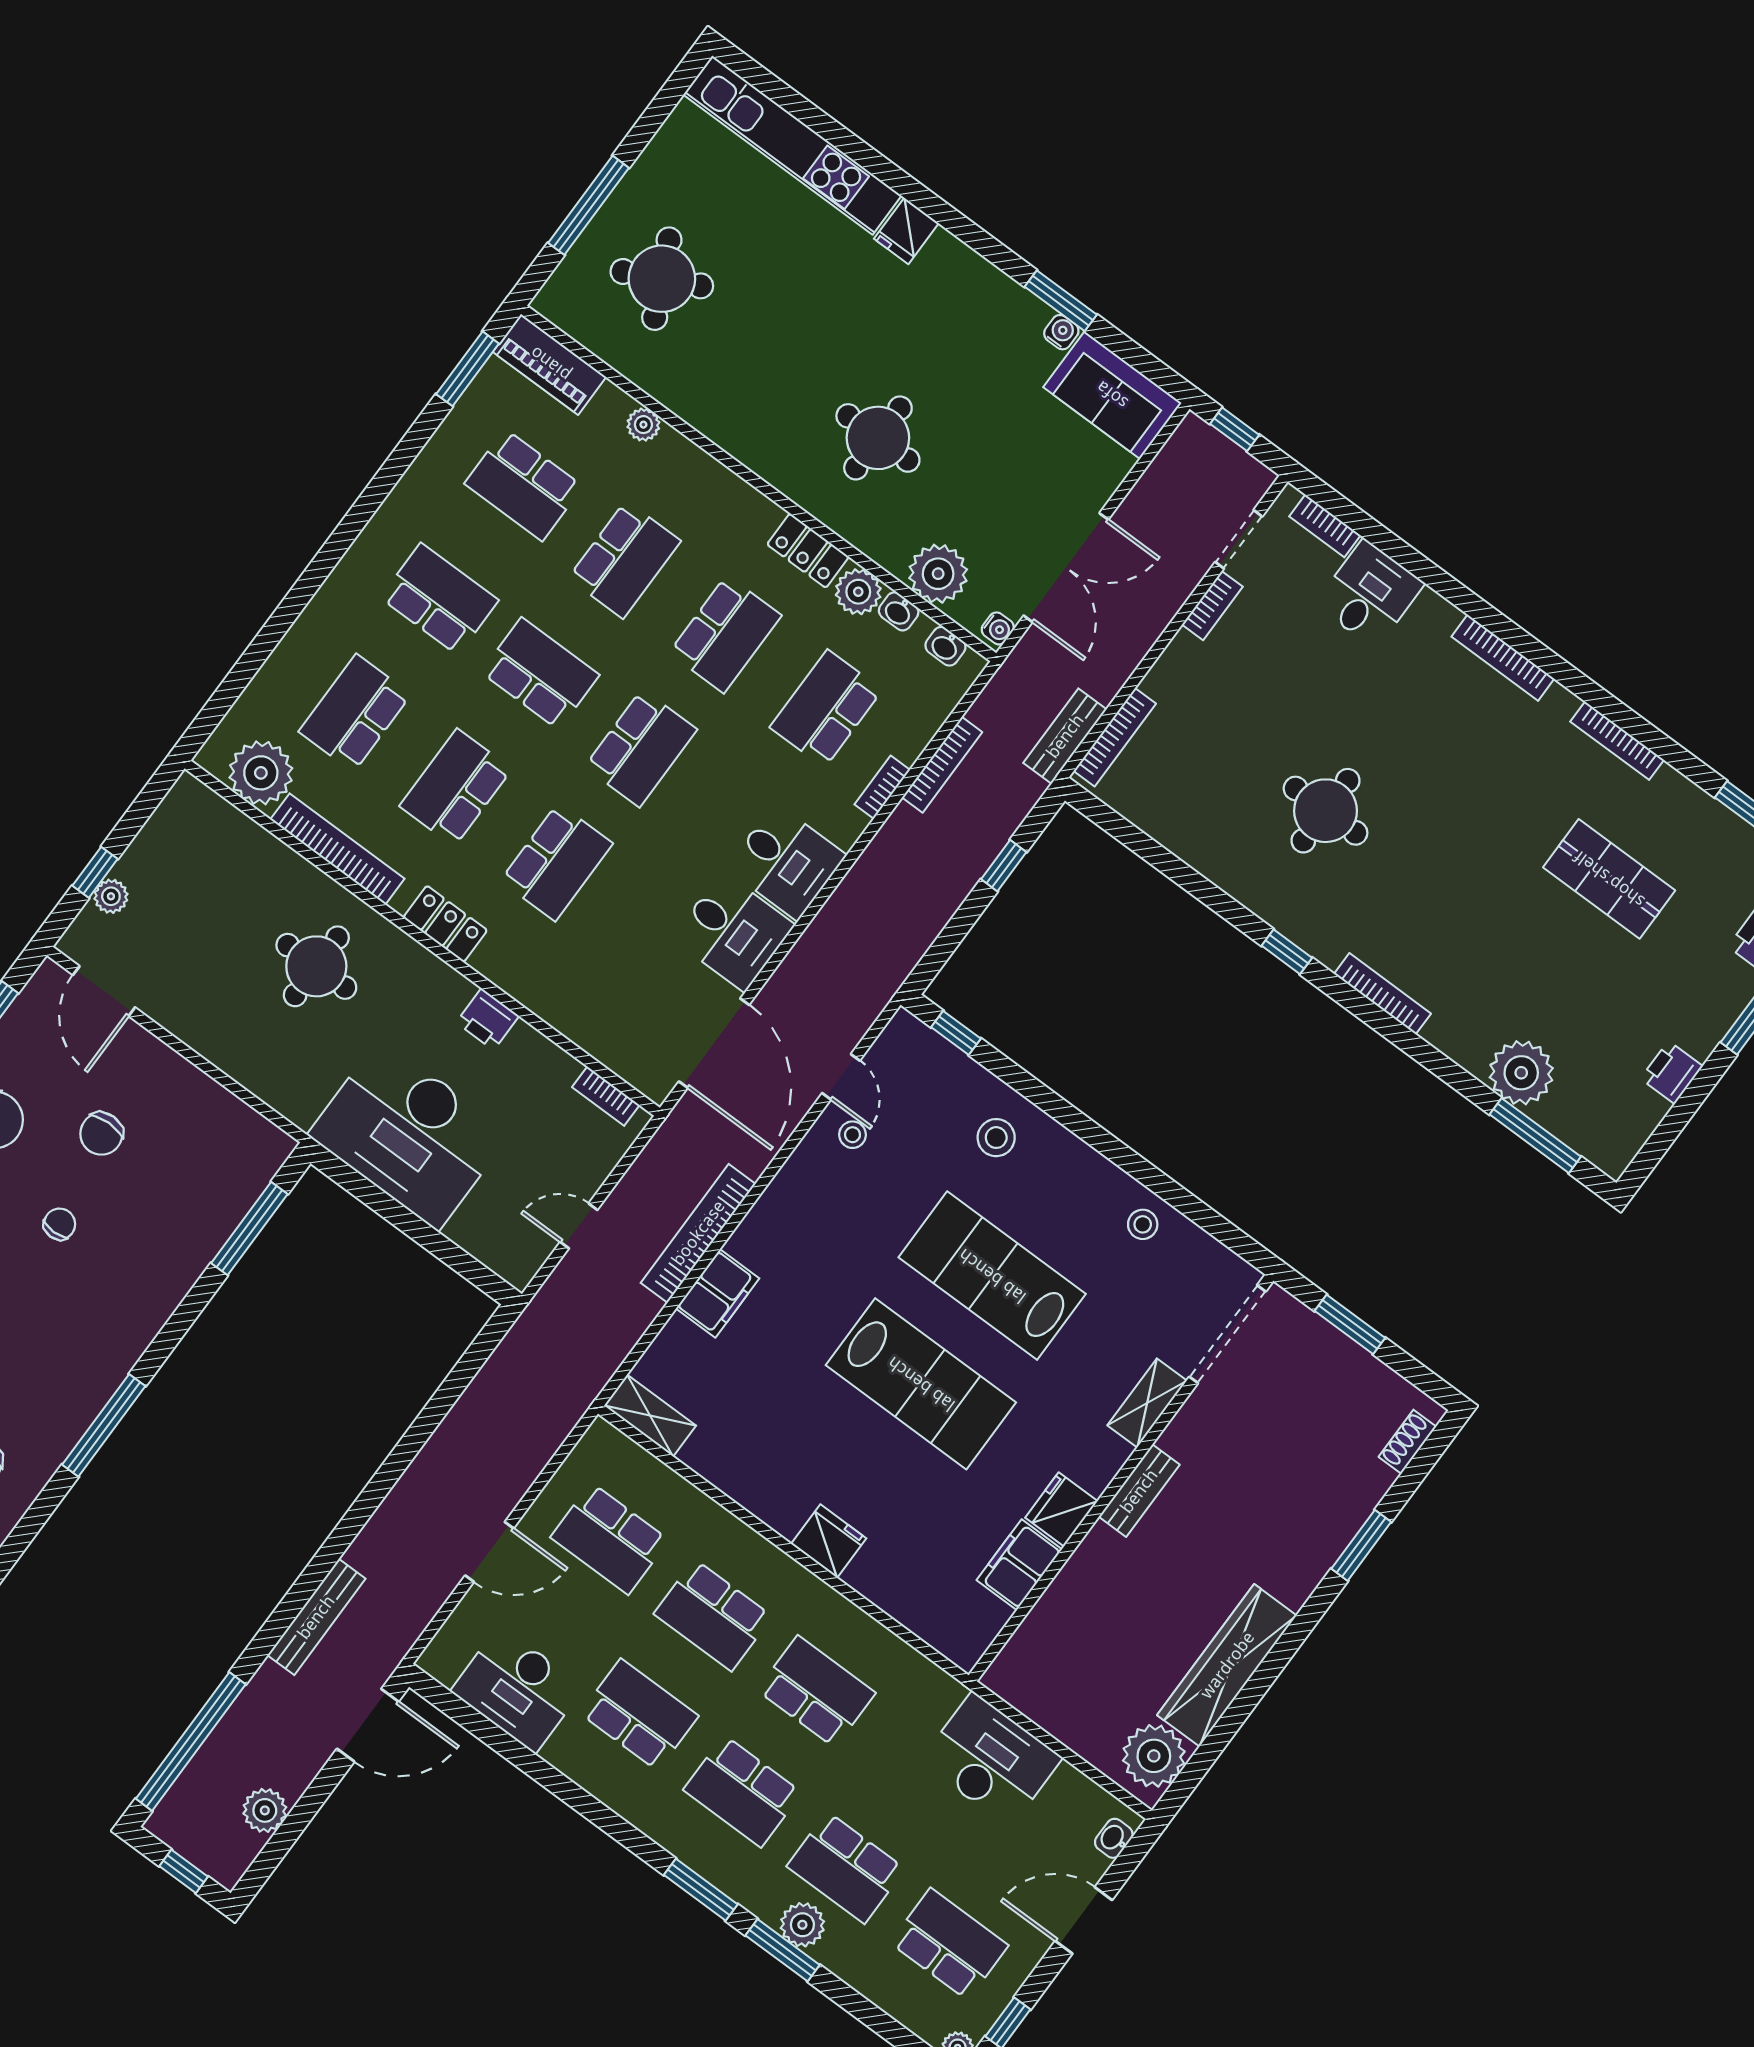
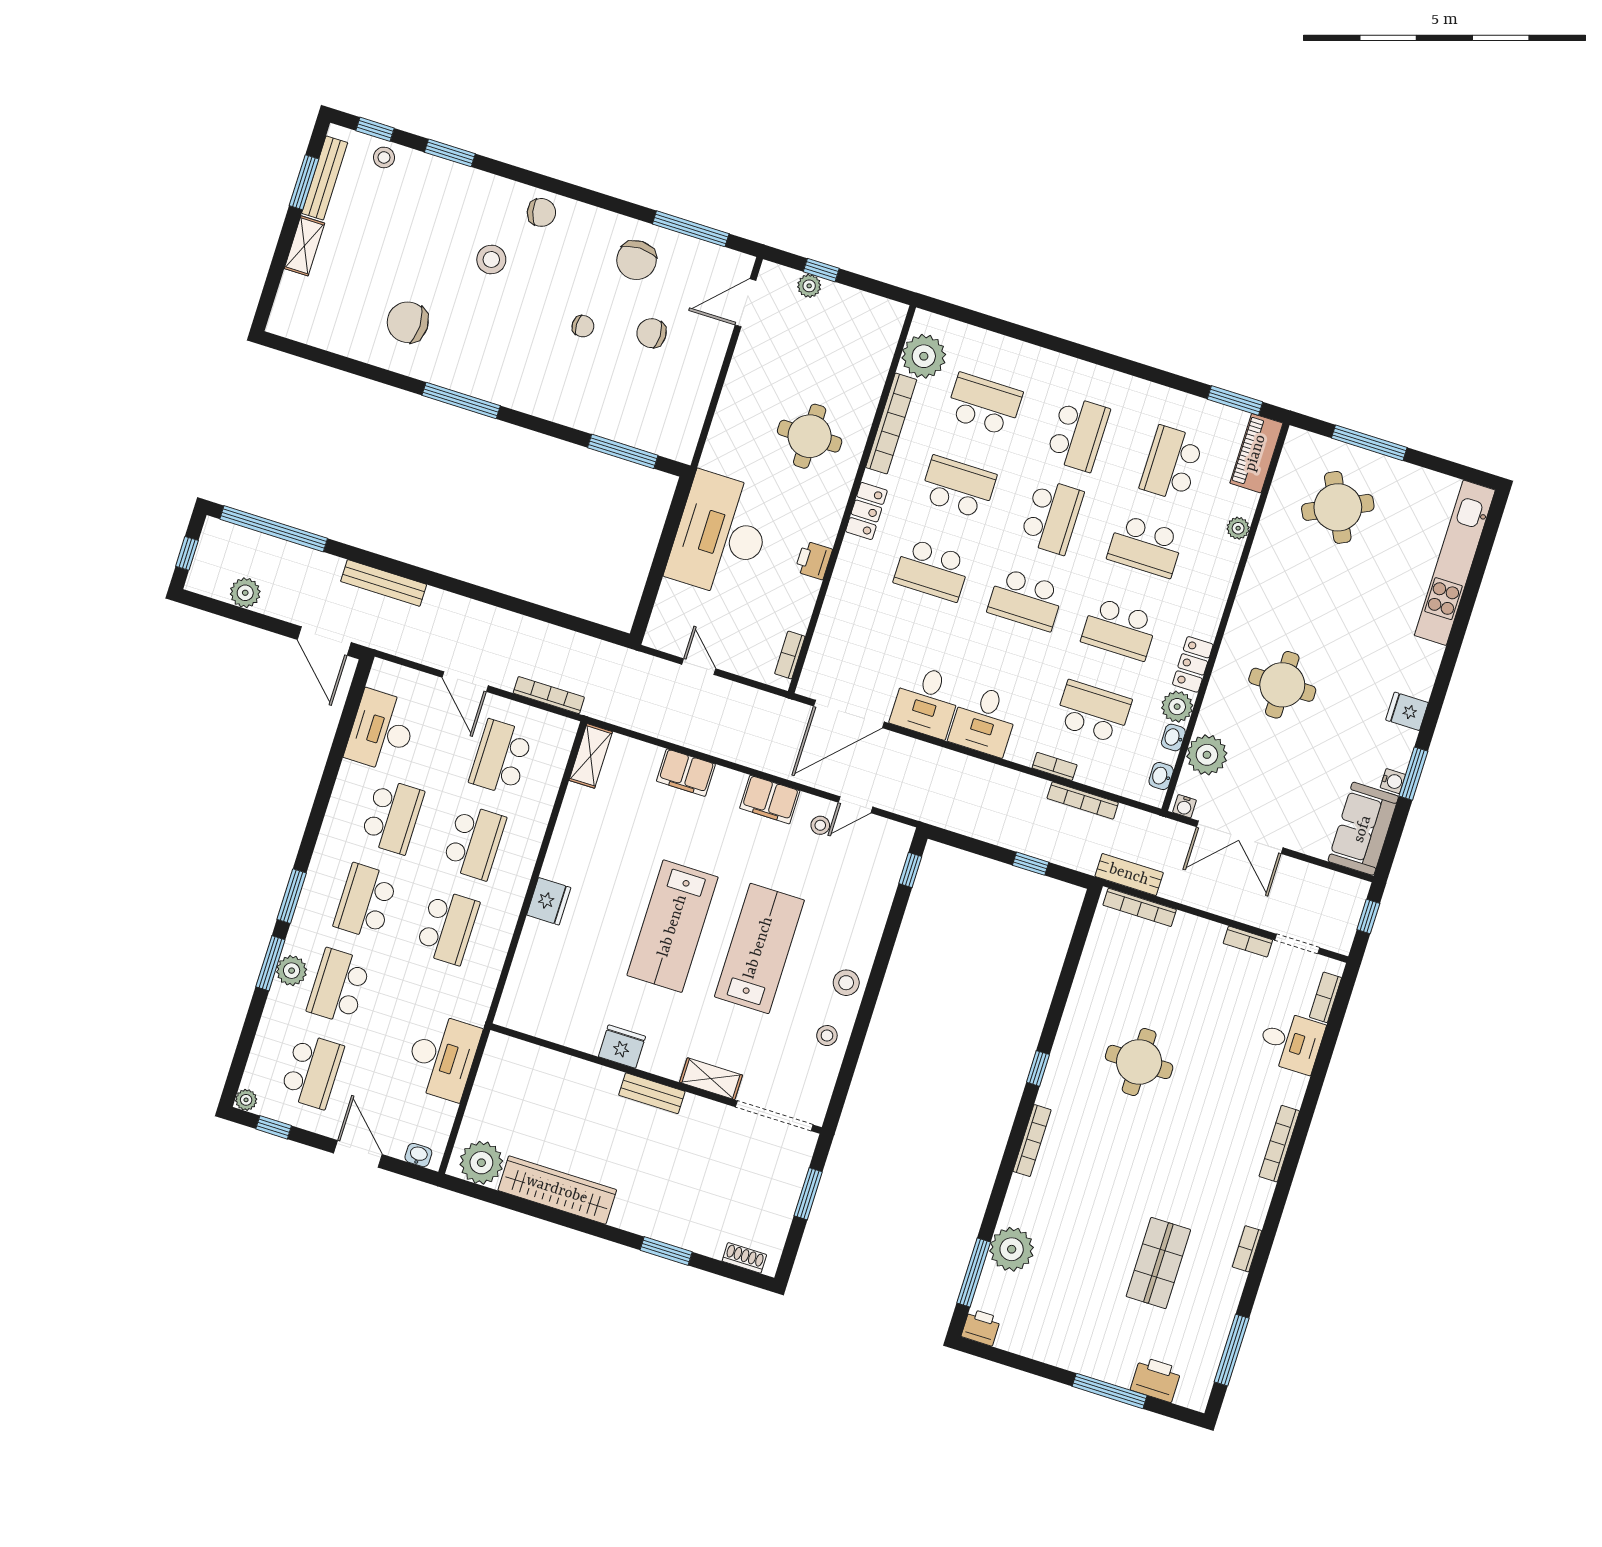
fridge: (906, 231) -> (1407, 711), moved
bookcase: (1617, 741) -> (1247, 1249), width x0.64
printer: (1672, 1072) -> (981, 1327), moved
stool: (996, 1138) -> (846, 983), moved
bookcase: (698, 1233) -> (549, 695), moved, width x0.68, depth x0.76
filing cabinet: (1019, 1565) -> (770, 800), moved, turned 180
school desk: (713, 1615) -> (474, 842), turned 180

